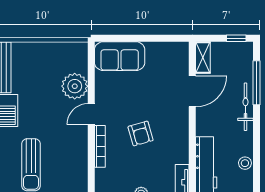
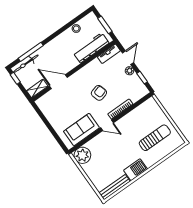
sofa: (120, 56) -> (81, 130), moved, turned -90
plant: (75, 86) -> (82, 155), moved
bicycle: (246, 107) -> (26, 64), moved

